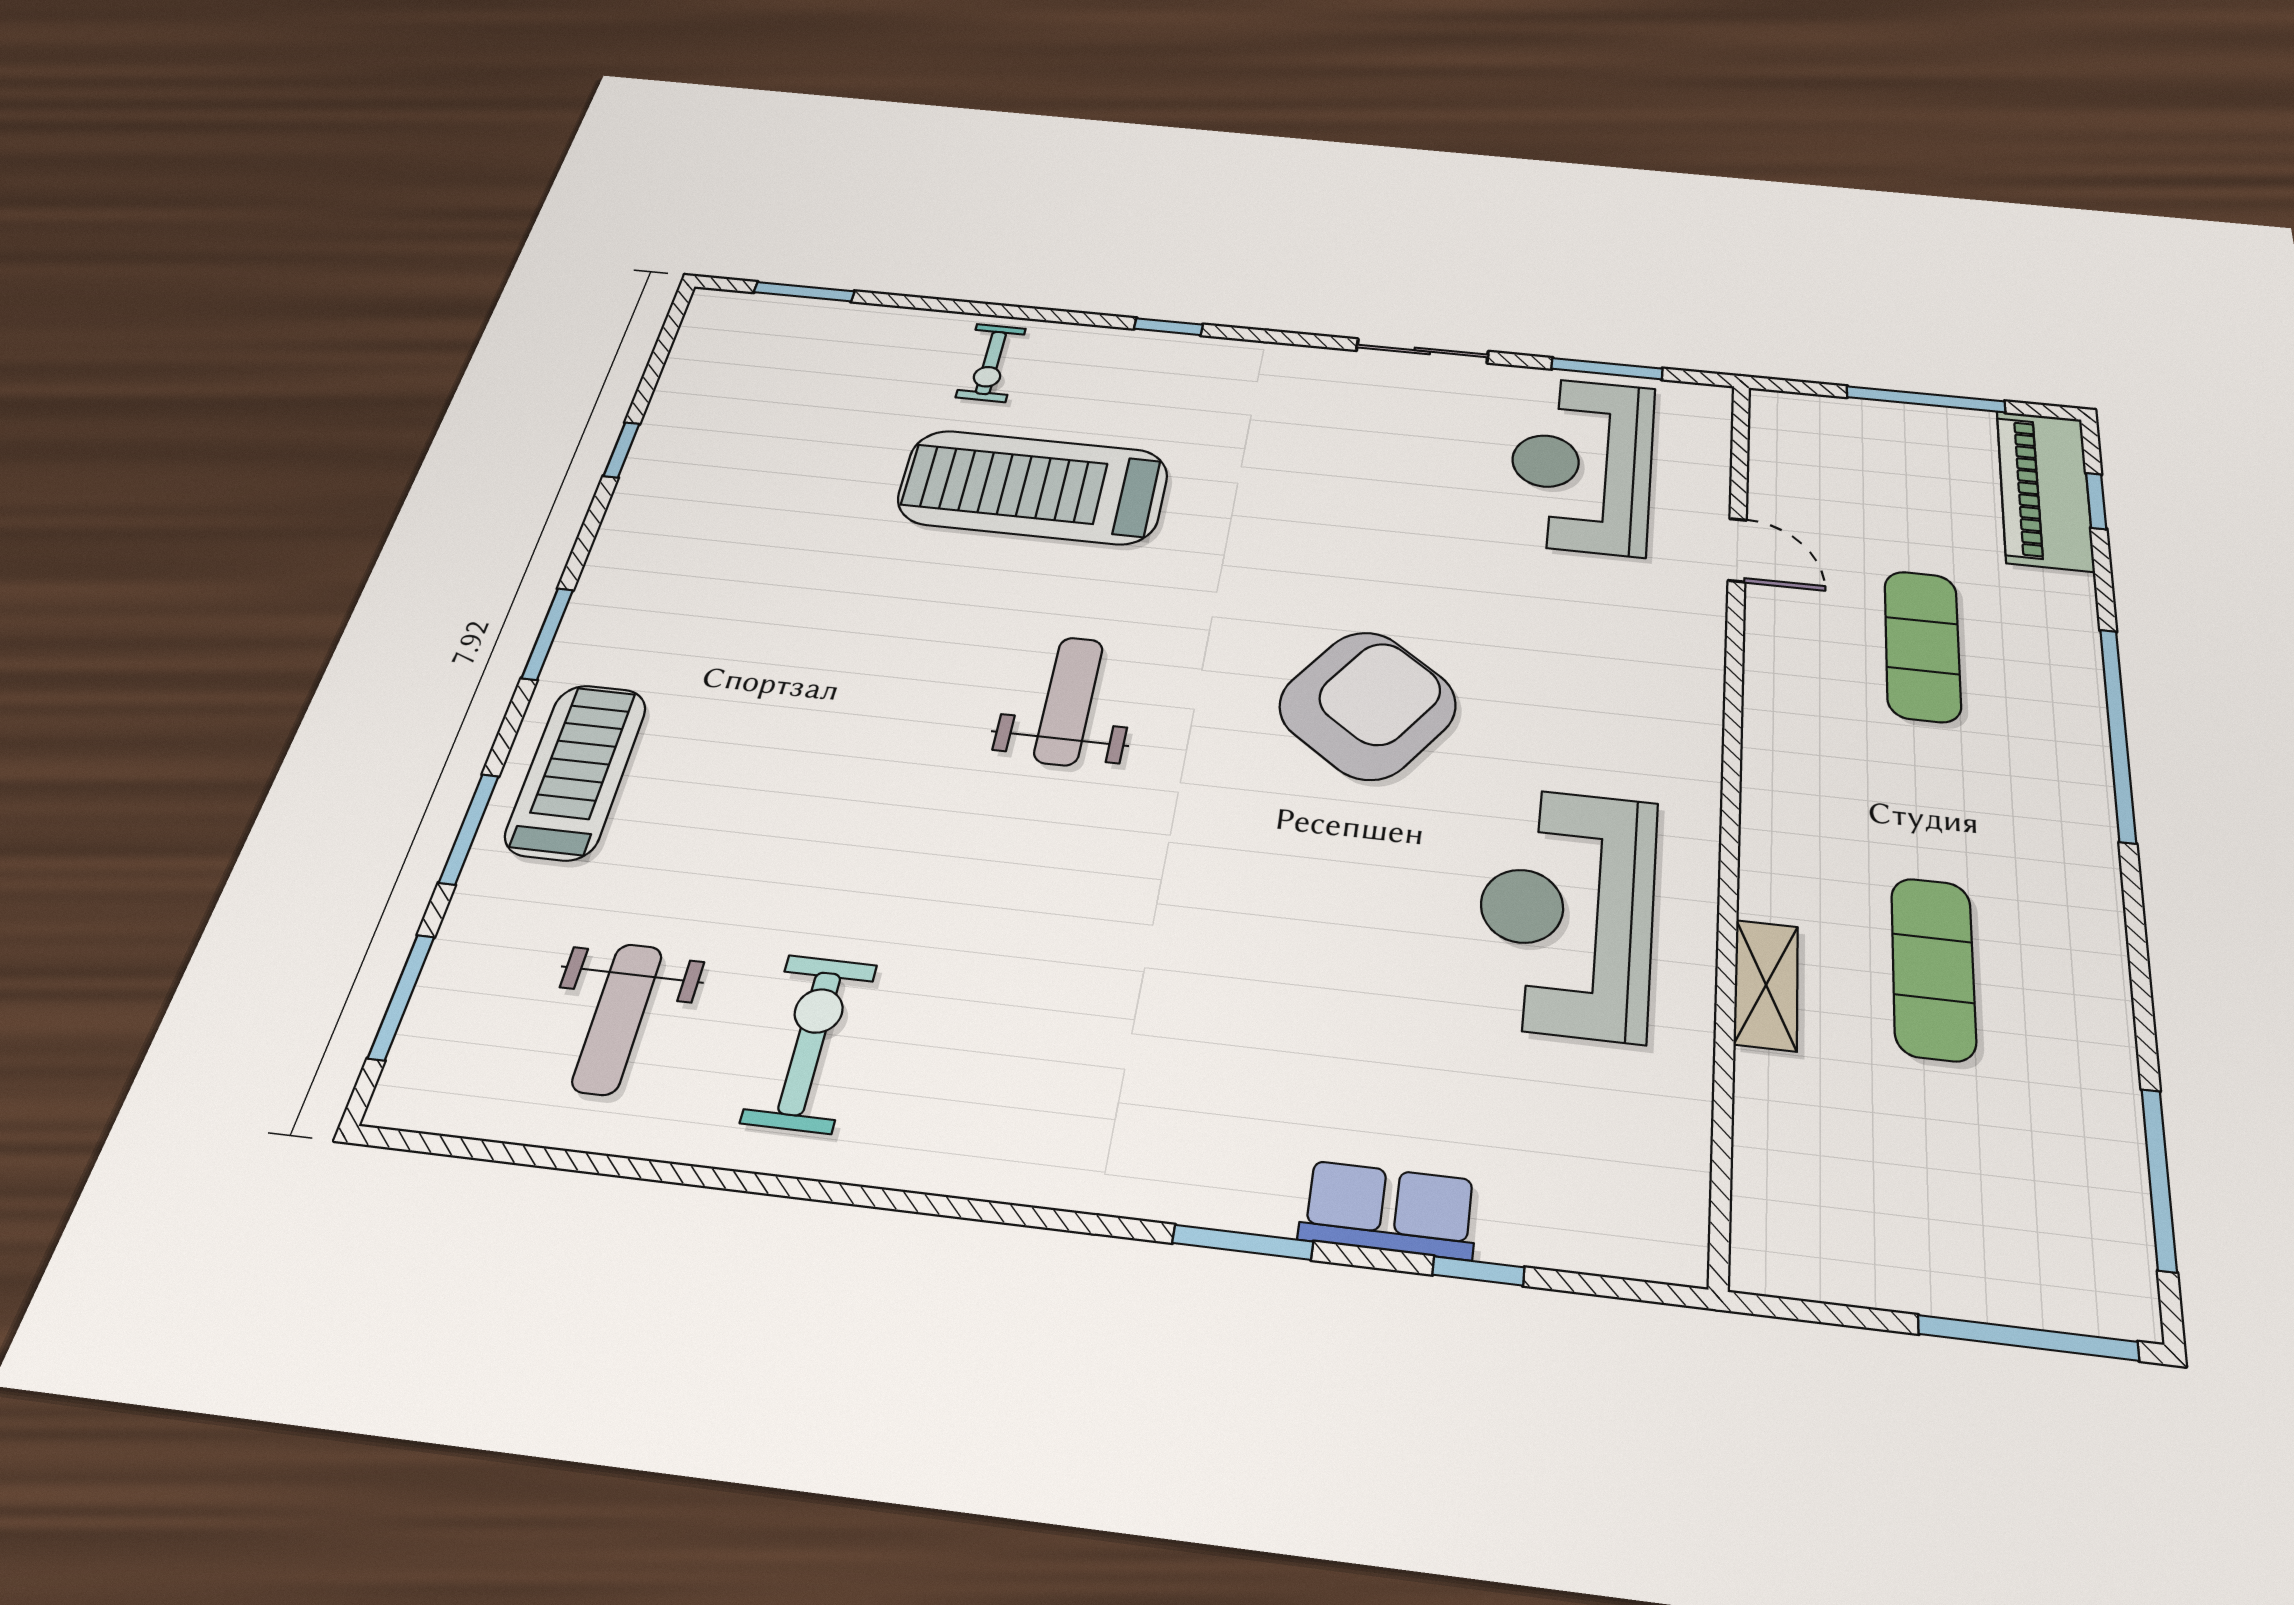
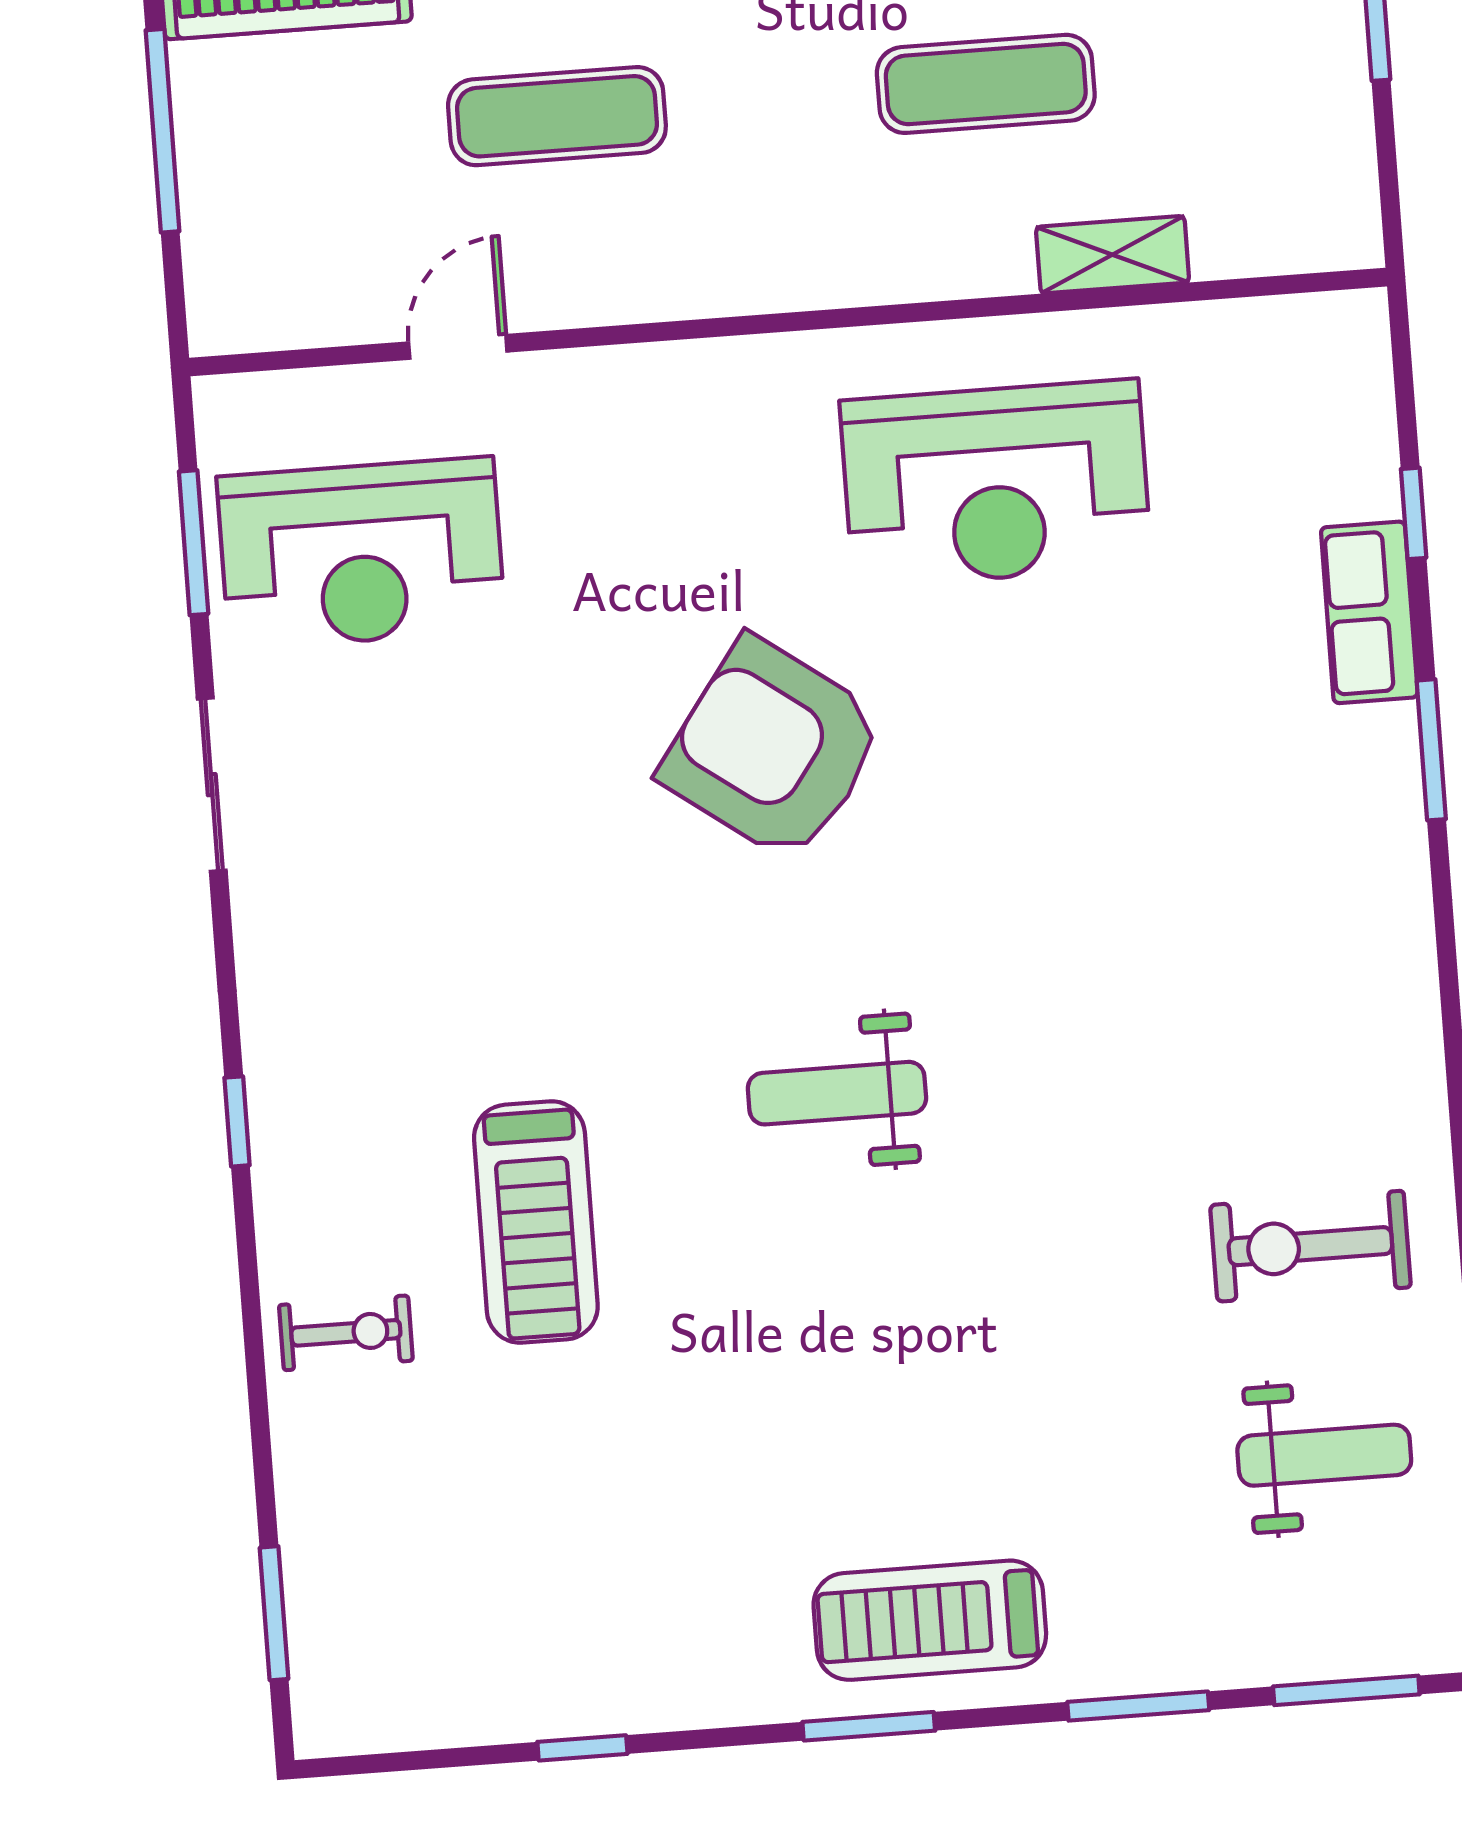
treadmill: (1033, 487) -> (536, 1222), width x0.73, depth x0.73
treadmill: (576, 771) -> (930, 1620), moved
shelving: (1766, 985) -> (1113, 255), moved

